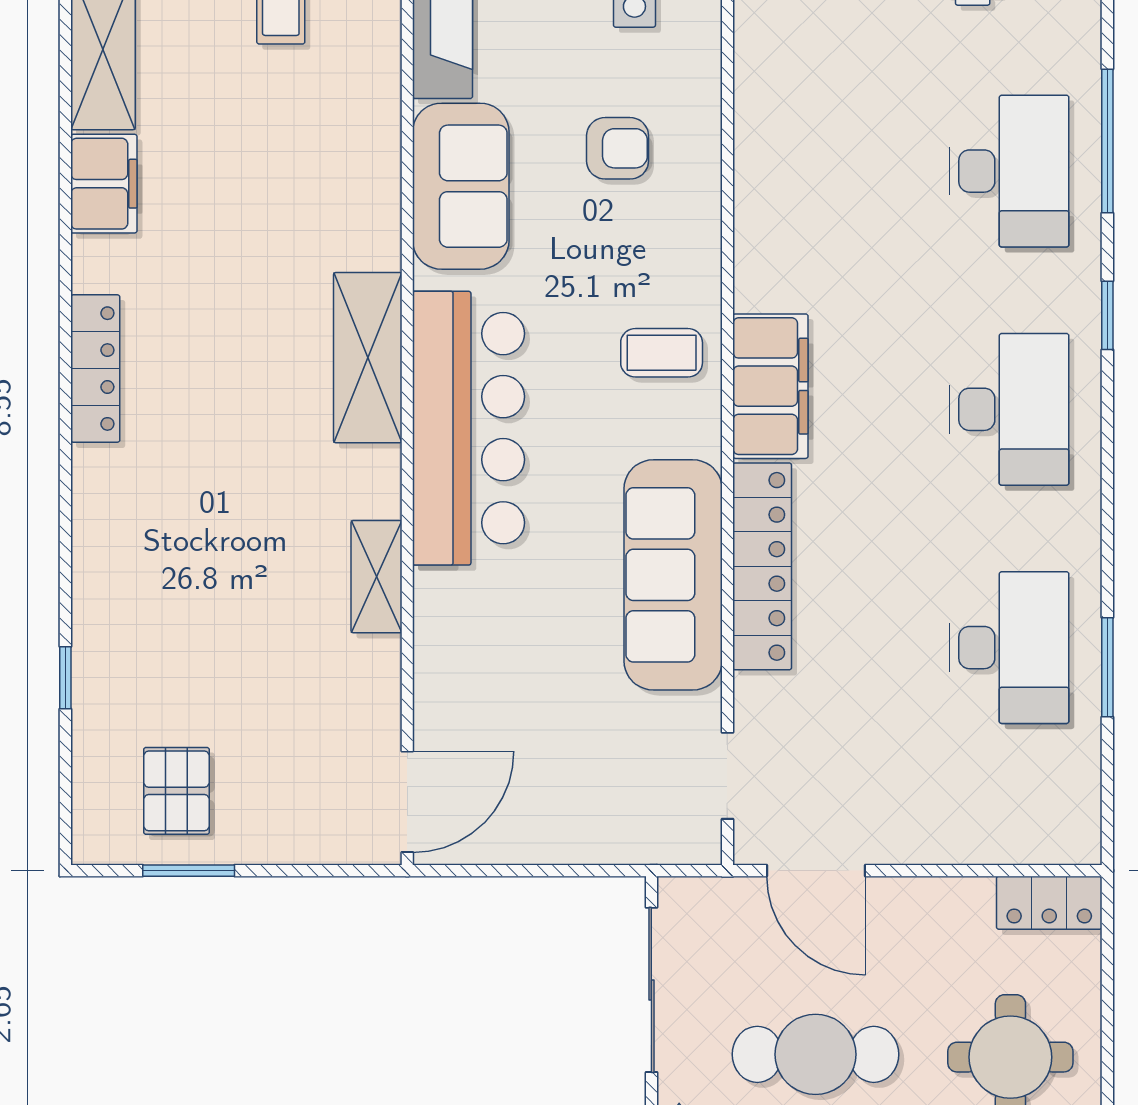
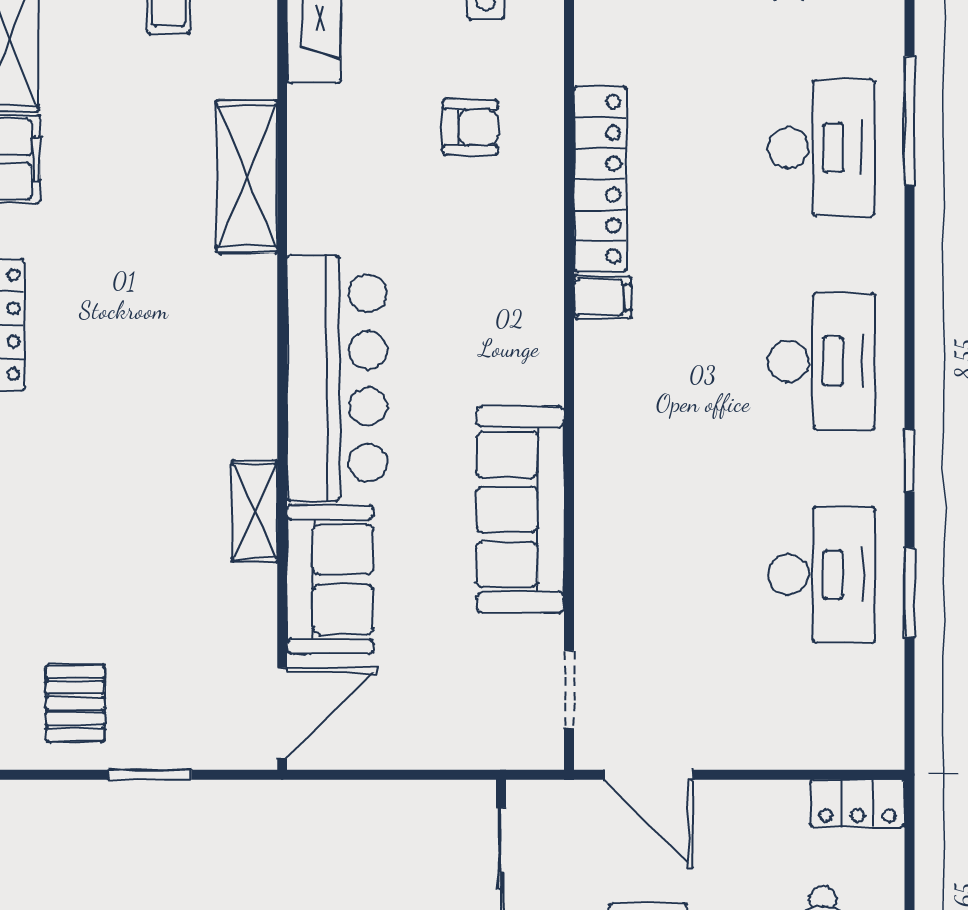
sofa: (461, 186) -> (330, 579), moved
window: (1107, 315) -> (910, 461), moved
coffee table: (662, 353) -> (510, 311), removed
shelving: (368, 358) -> (247, 176), moved
filing cabinet: (770, 386) -> (603, 297), width x0.33, depth x0.86
locker: (762, 566) -> (600, 179), moved
window: (189, 871) -> (150, 775), moved

